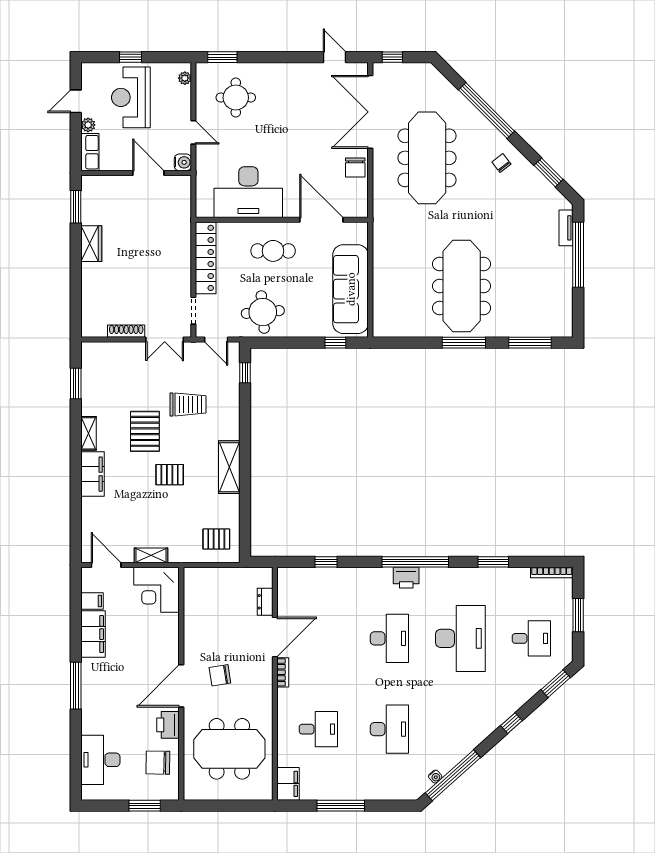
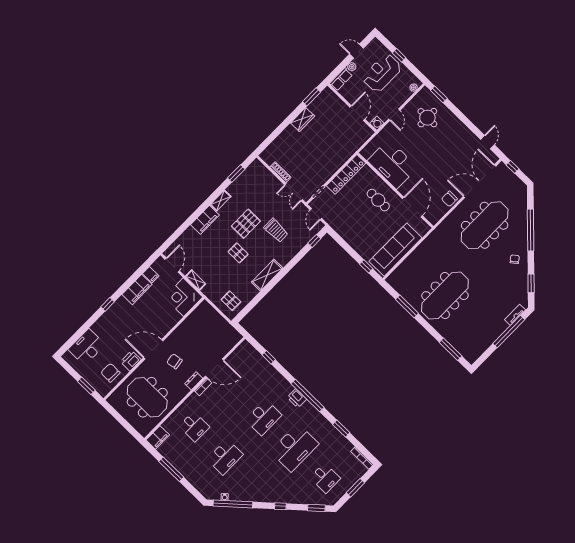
round table: (263, 312) -> (348, 222), removed
window: (464, 343) -> (407, 306), moved
dresser: (265, 602) -> (194, 381), moved
window: (76, 686) -> (108, 304), width x0.46

